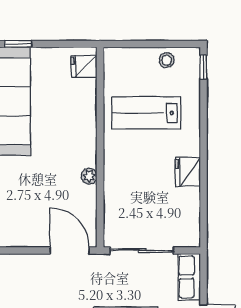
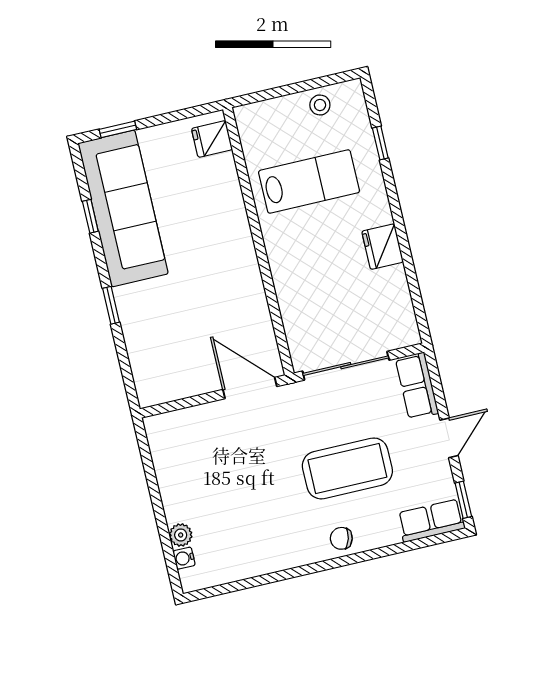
window: (203, 67) -> (380, 143), moved
lab bench: (146, 113) -> (309, 182), turned 180
plant: (89, 176) -> (253, 283), removed

